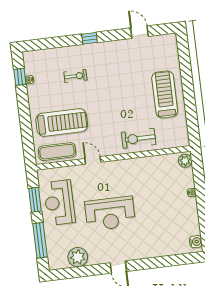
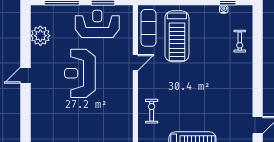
window: (90, 38) -> (258, 74), removed
exercise bike: (75, 76) -> (240, 41), moved
exercise bike: (139, 138) -> (152, 111), width x0.73, depth x0.72

